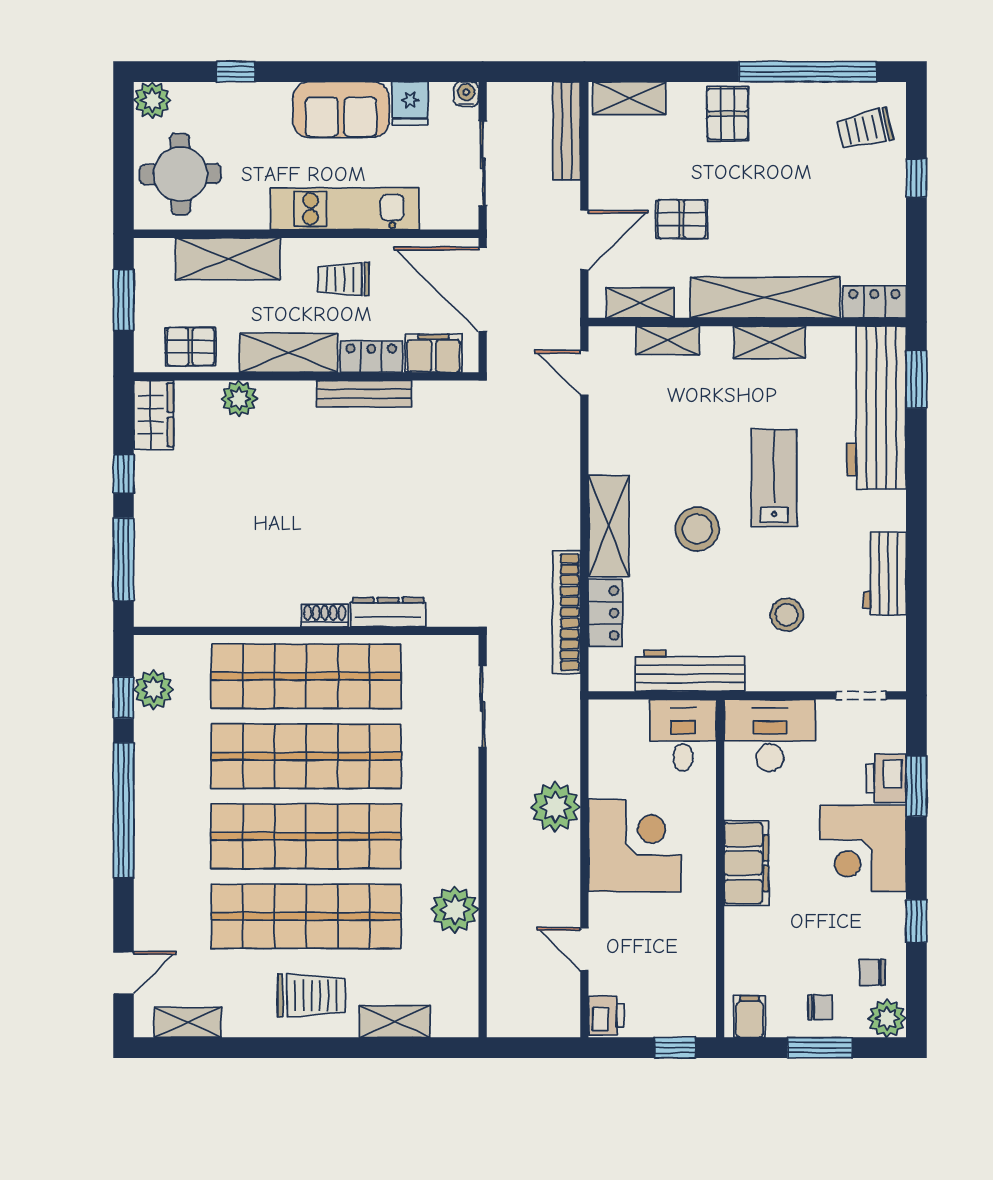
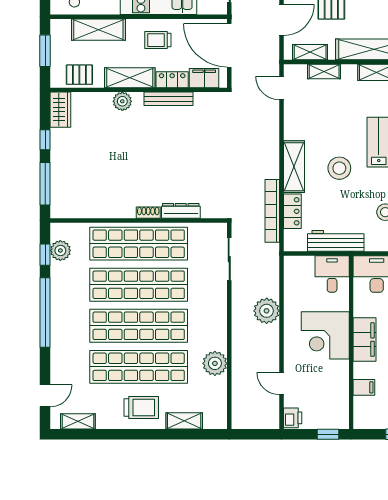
plant: (239, 399) -> (122, 101), moved
corner desk: (635, 846) -> (325, 335), moved, turned 180
filing cabinet: (750, 1017) -> (364, 387), moved, turned 90

